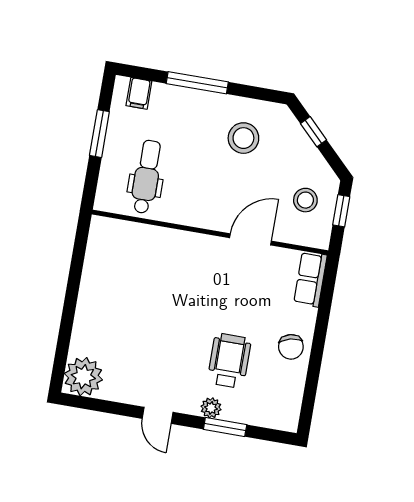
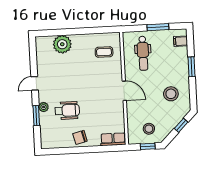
window: (197, 83) -> (191, 67), width x0.69
dental chair: (146, 177) -> (143, 53), turned 90
door: (250, 239) -> (124, 91), moved
coffee table: (125, 257) -> (104, 52), added
plant: (83, 377) -> (62, 44), moved

